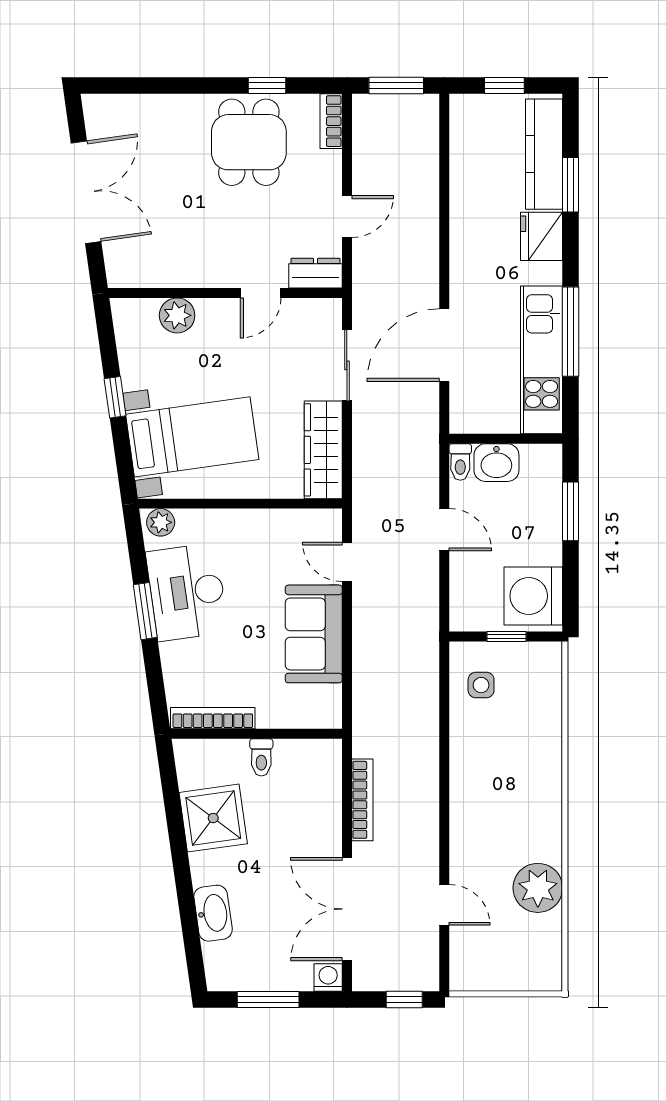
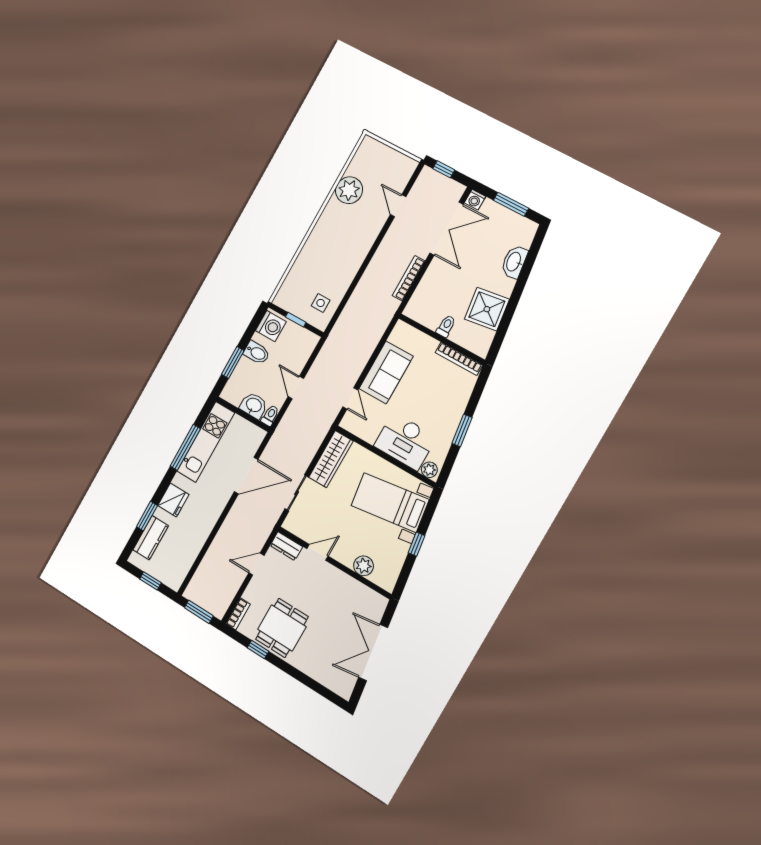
kitchen counter: (544, 154) -> (151, 538), width x0.67
bidet: (540, 549) -> (257, 353), added
desk: (187, 592) -> (405, 441), moved, turned 98
washing machine: (533, 596) -> (271, 326), width x0.73, depth x0.73

